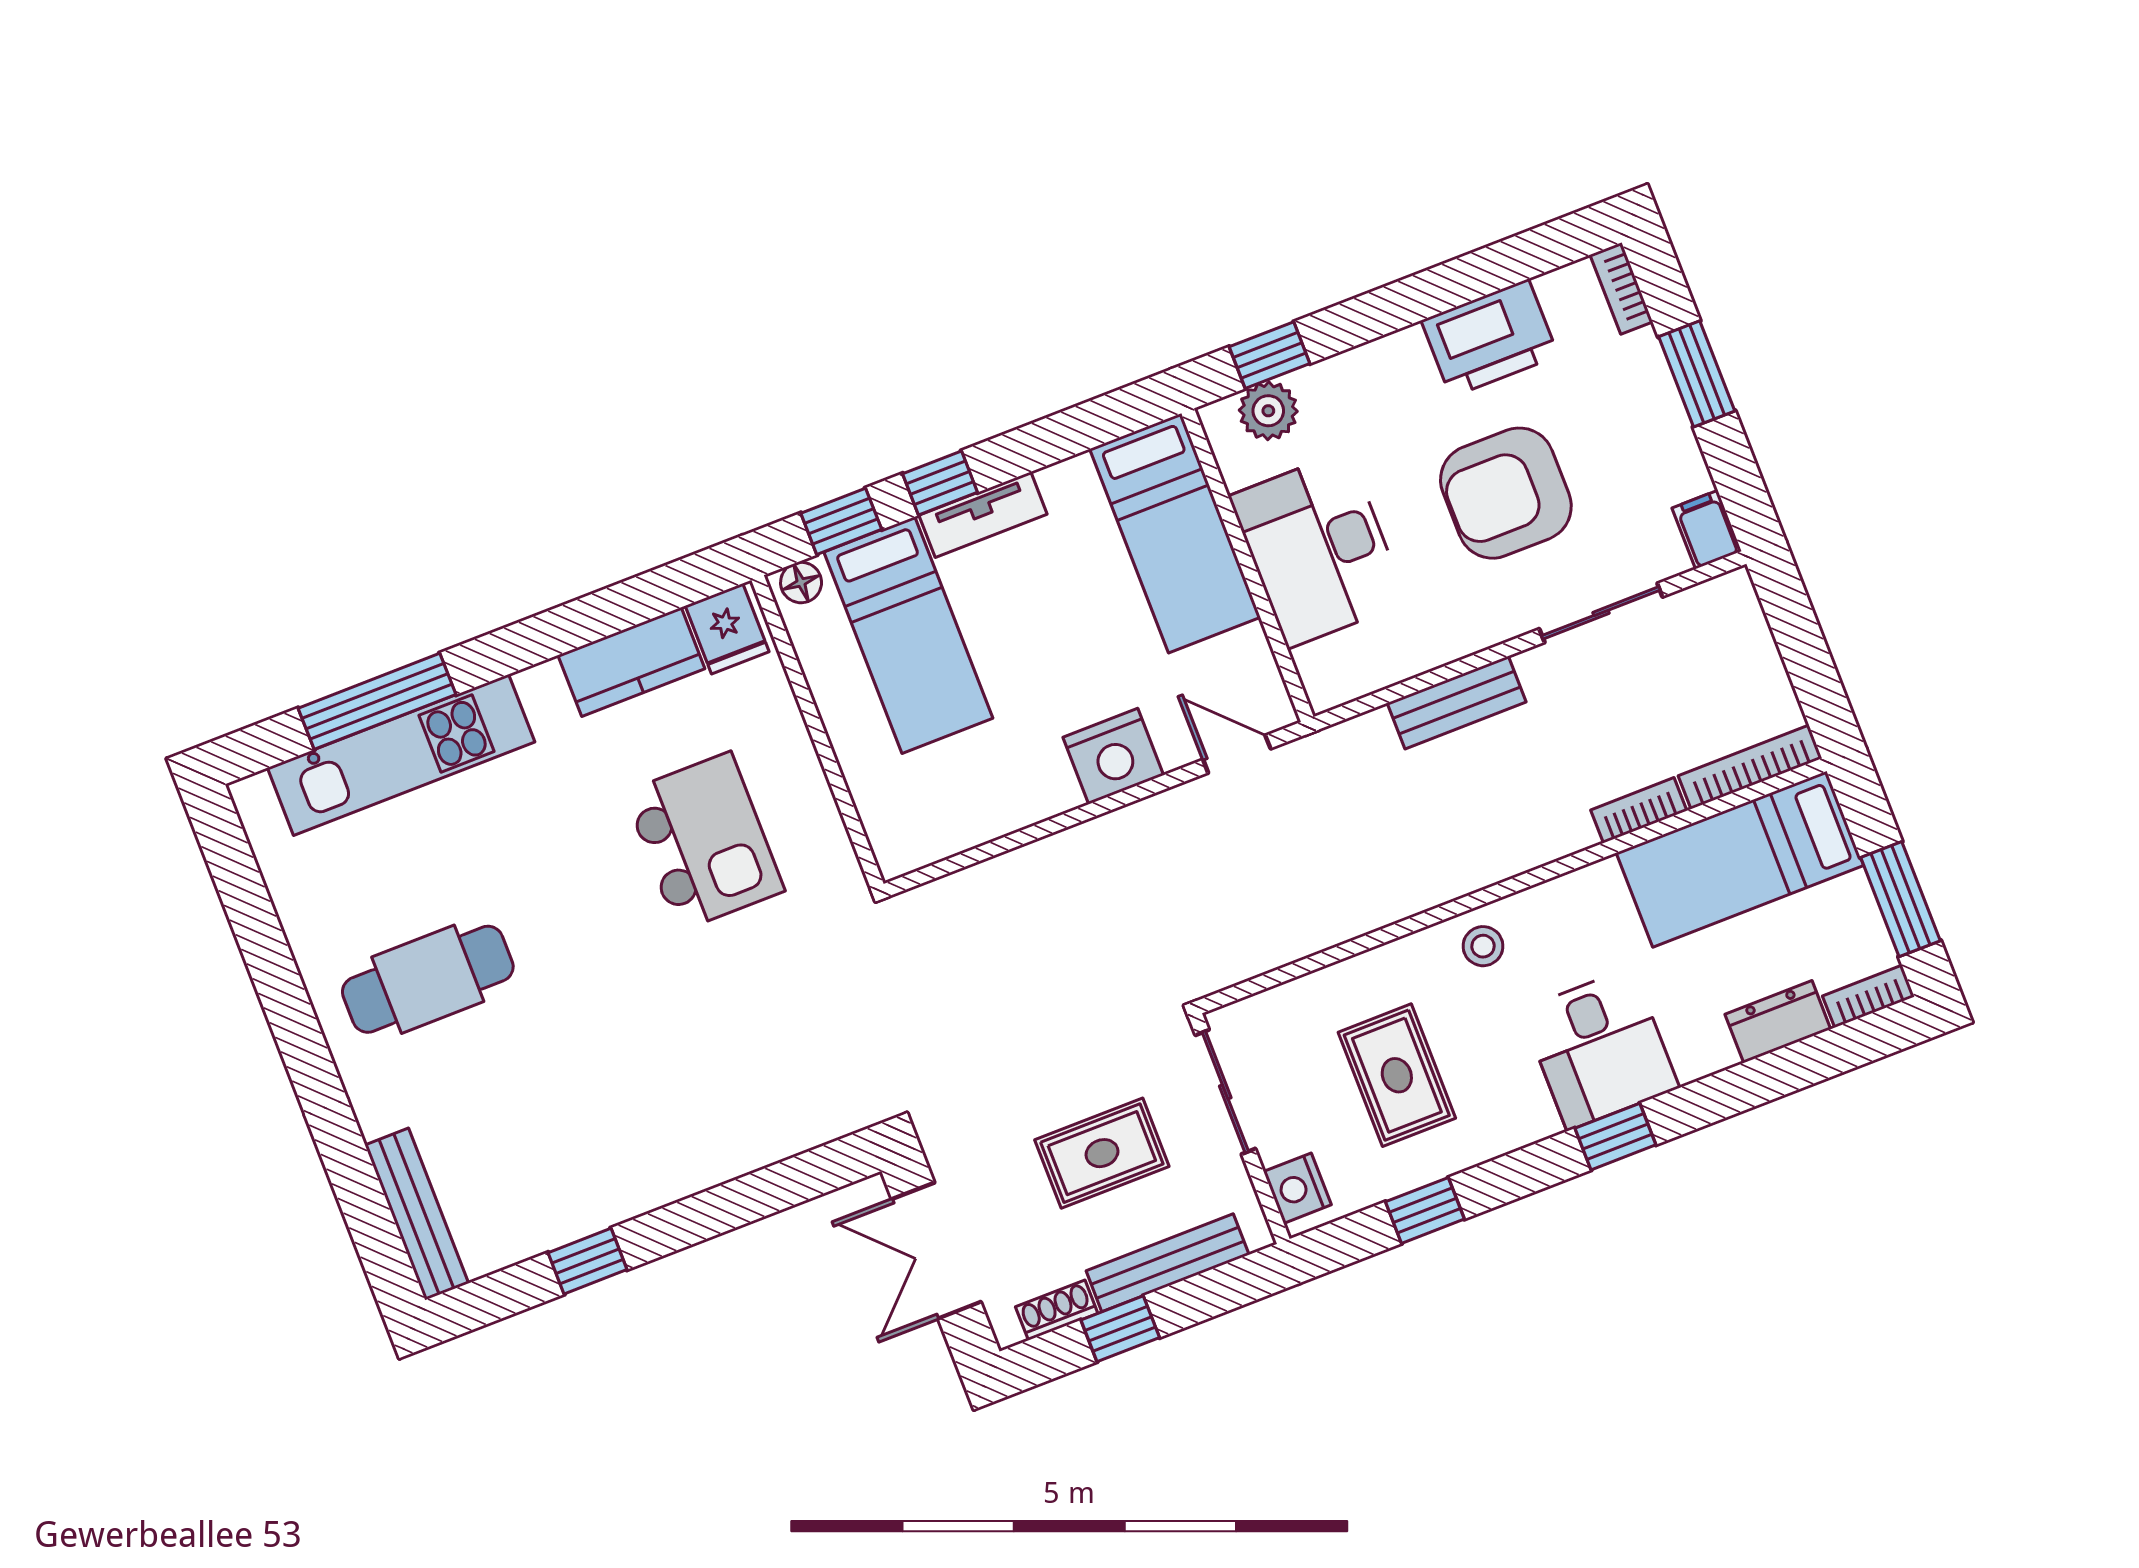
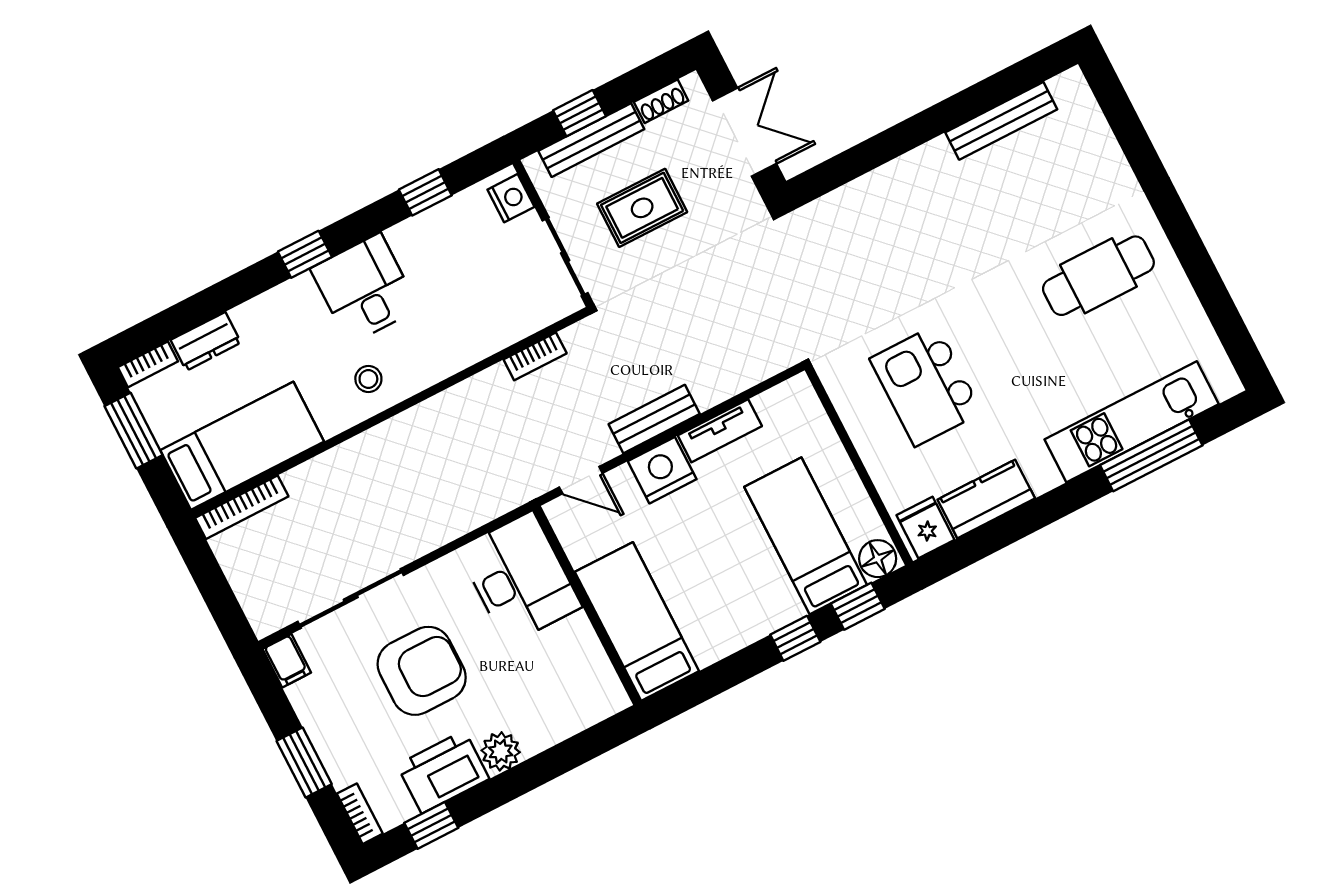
window: (1269, 355) -> (431, 825), moved
plant: (1268, 411) -> (501, 751), moved
tv unit: (983, 515) -> (720, 431), moved, turned 180
desk: (1318, 549) -> (520, 578), moved
floor lamp: (801, 583) -> (878, 559), width x1.37, depth x1.37
sliding door: (1601, 613) -> (351, 598), width x1.37
bench: (1457, 703) -> (654, 419), moved
bookcase: (1639, 810) -> (535, 356), moved
stool: (1483, 946) -> (368, 379), moved
desk: (1600, 1049) -> (365, 289), moved
rug: (1397, 1075) -> (453, 280), removed
bench: (417, 1214) -> (1001, 121), moved, turned 90
window: (587, 1261) -> (974, 101), removed
window: (1120, 1329) -> (579, 113), moved

